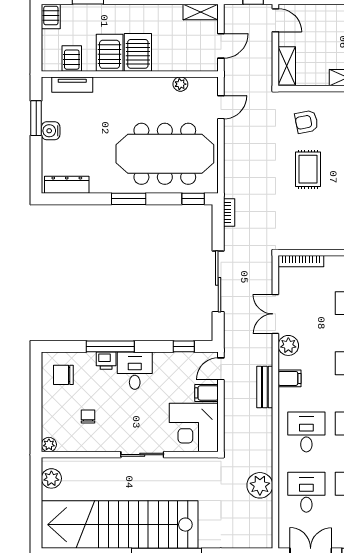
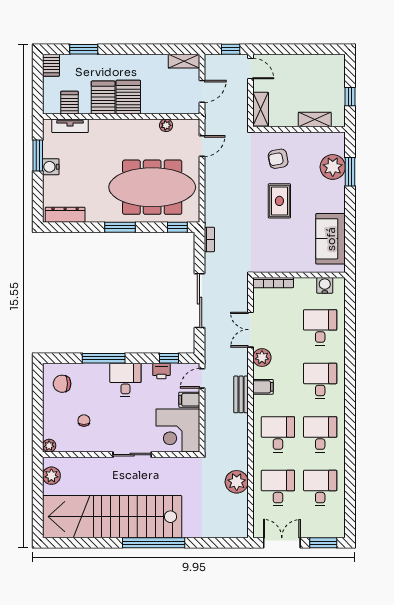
printer: (106, 361) -> (161, 371), moved

